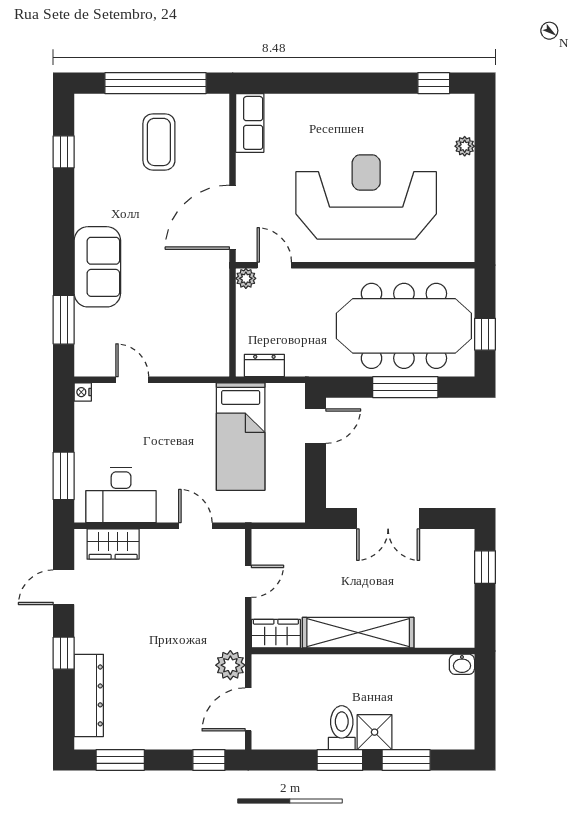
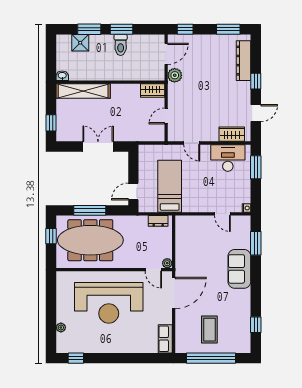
shelving: (358, 633) -> (83, 91), moved
shower: (375, 732) -> (80, 43), moved

